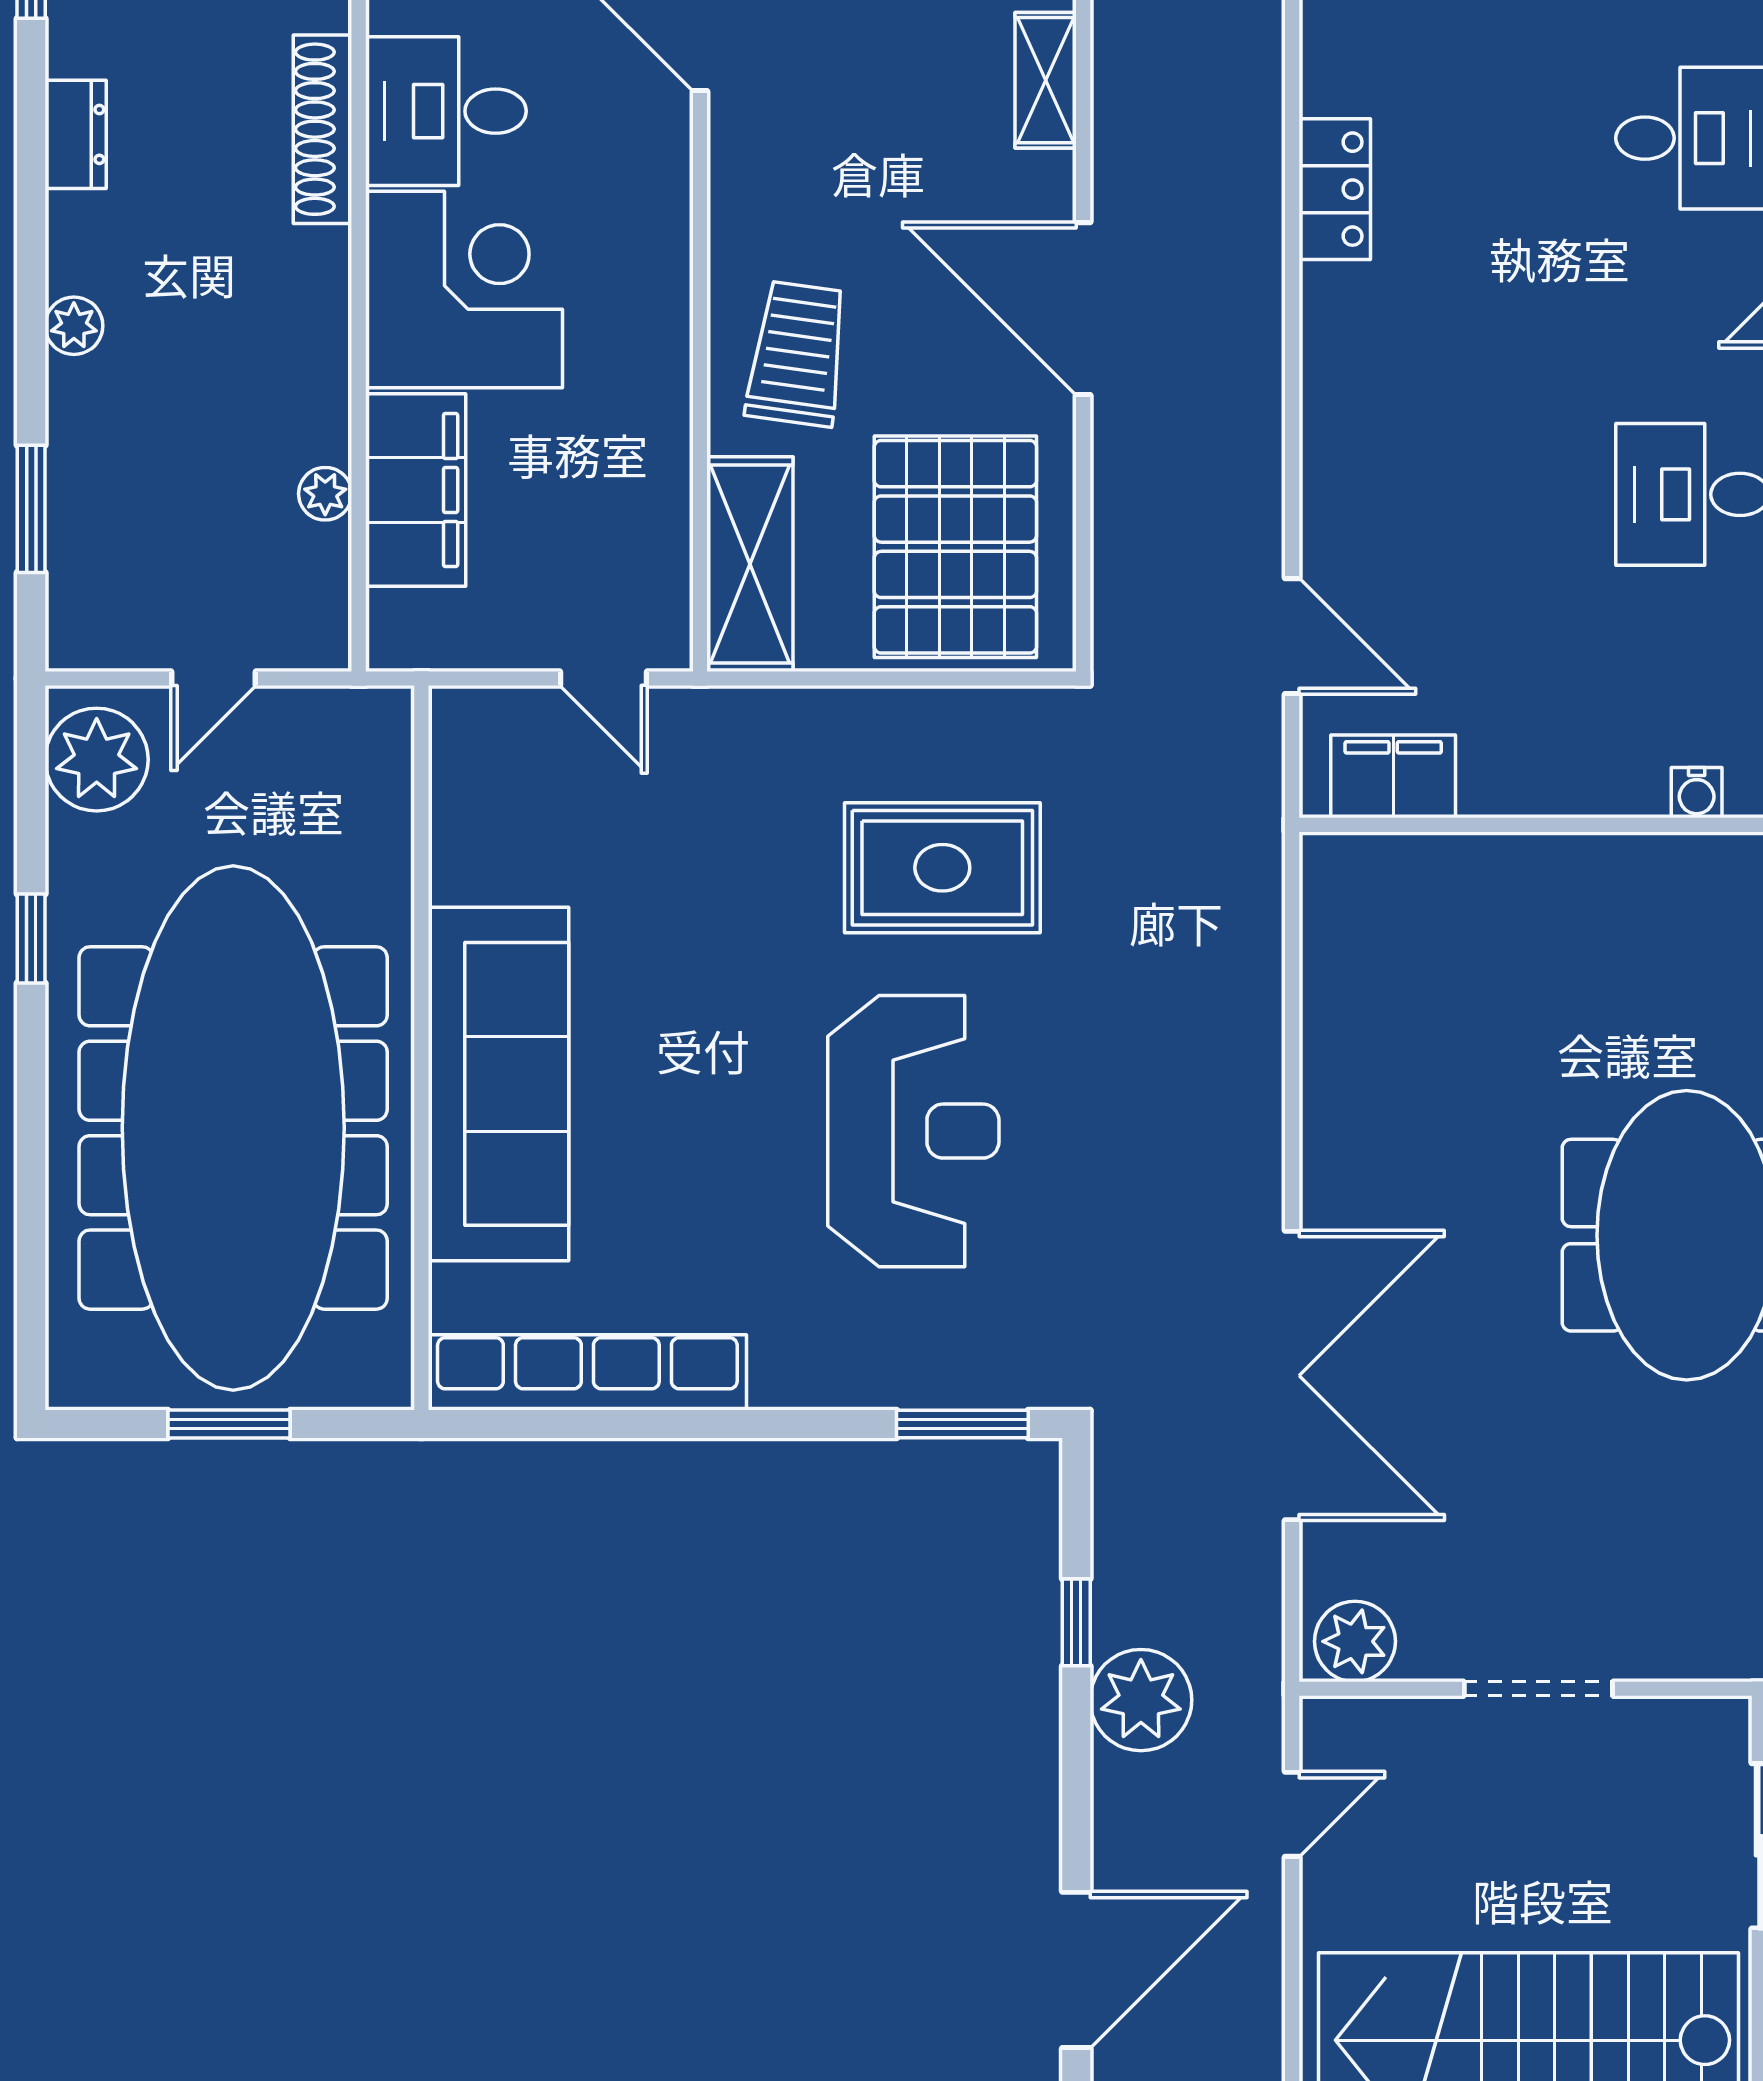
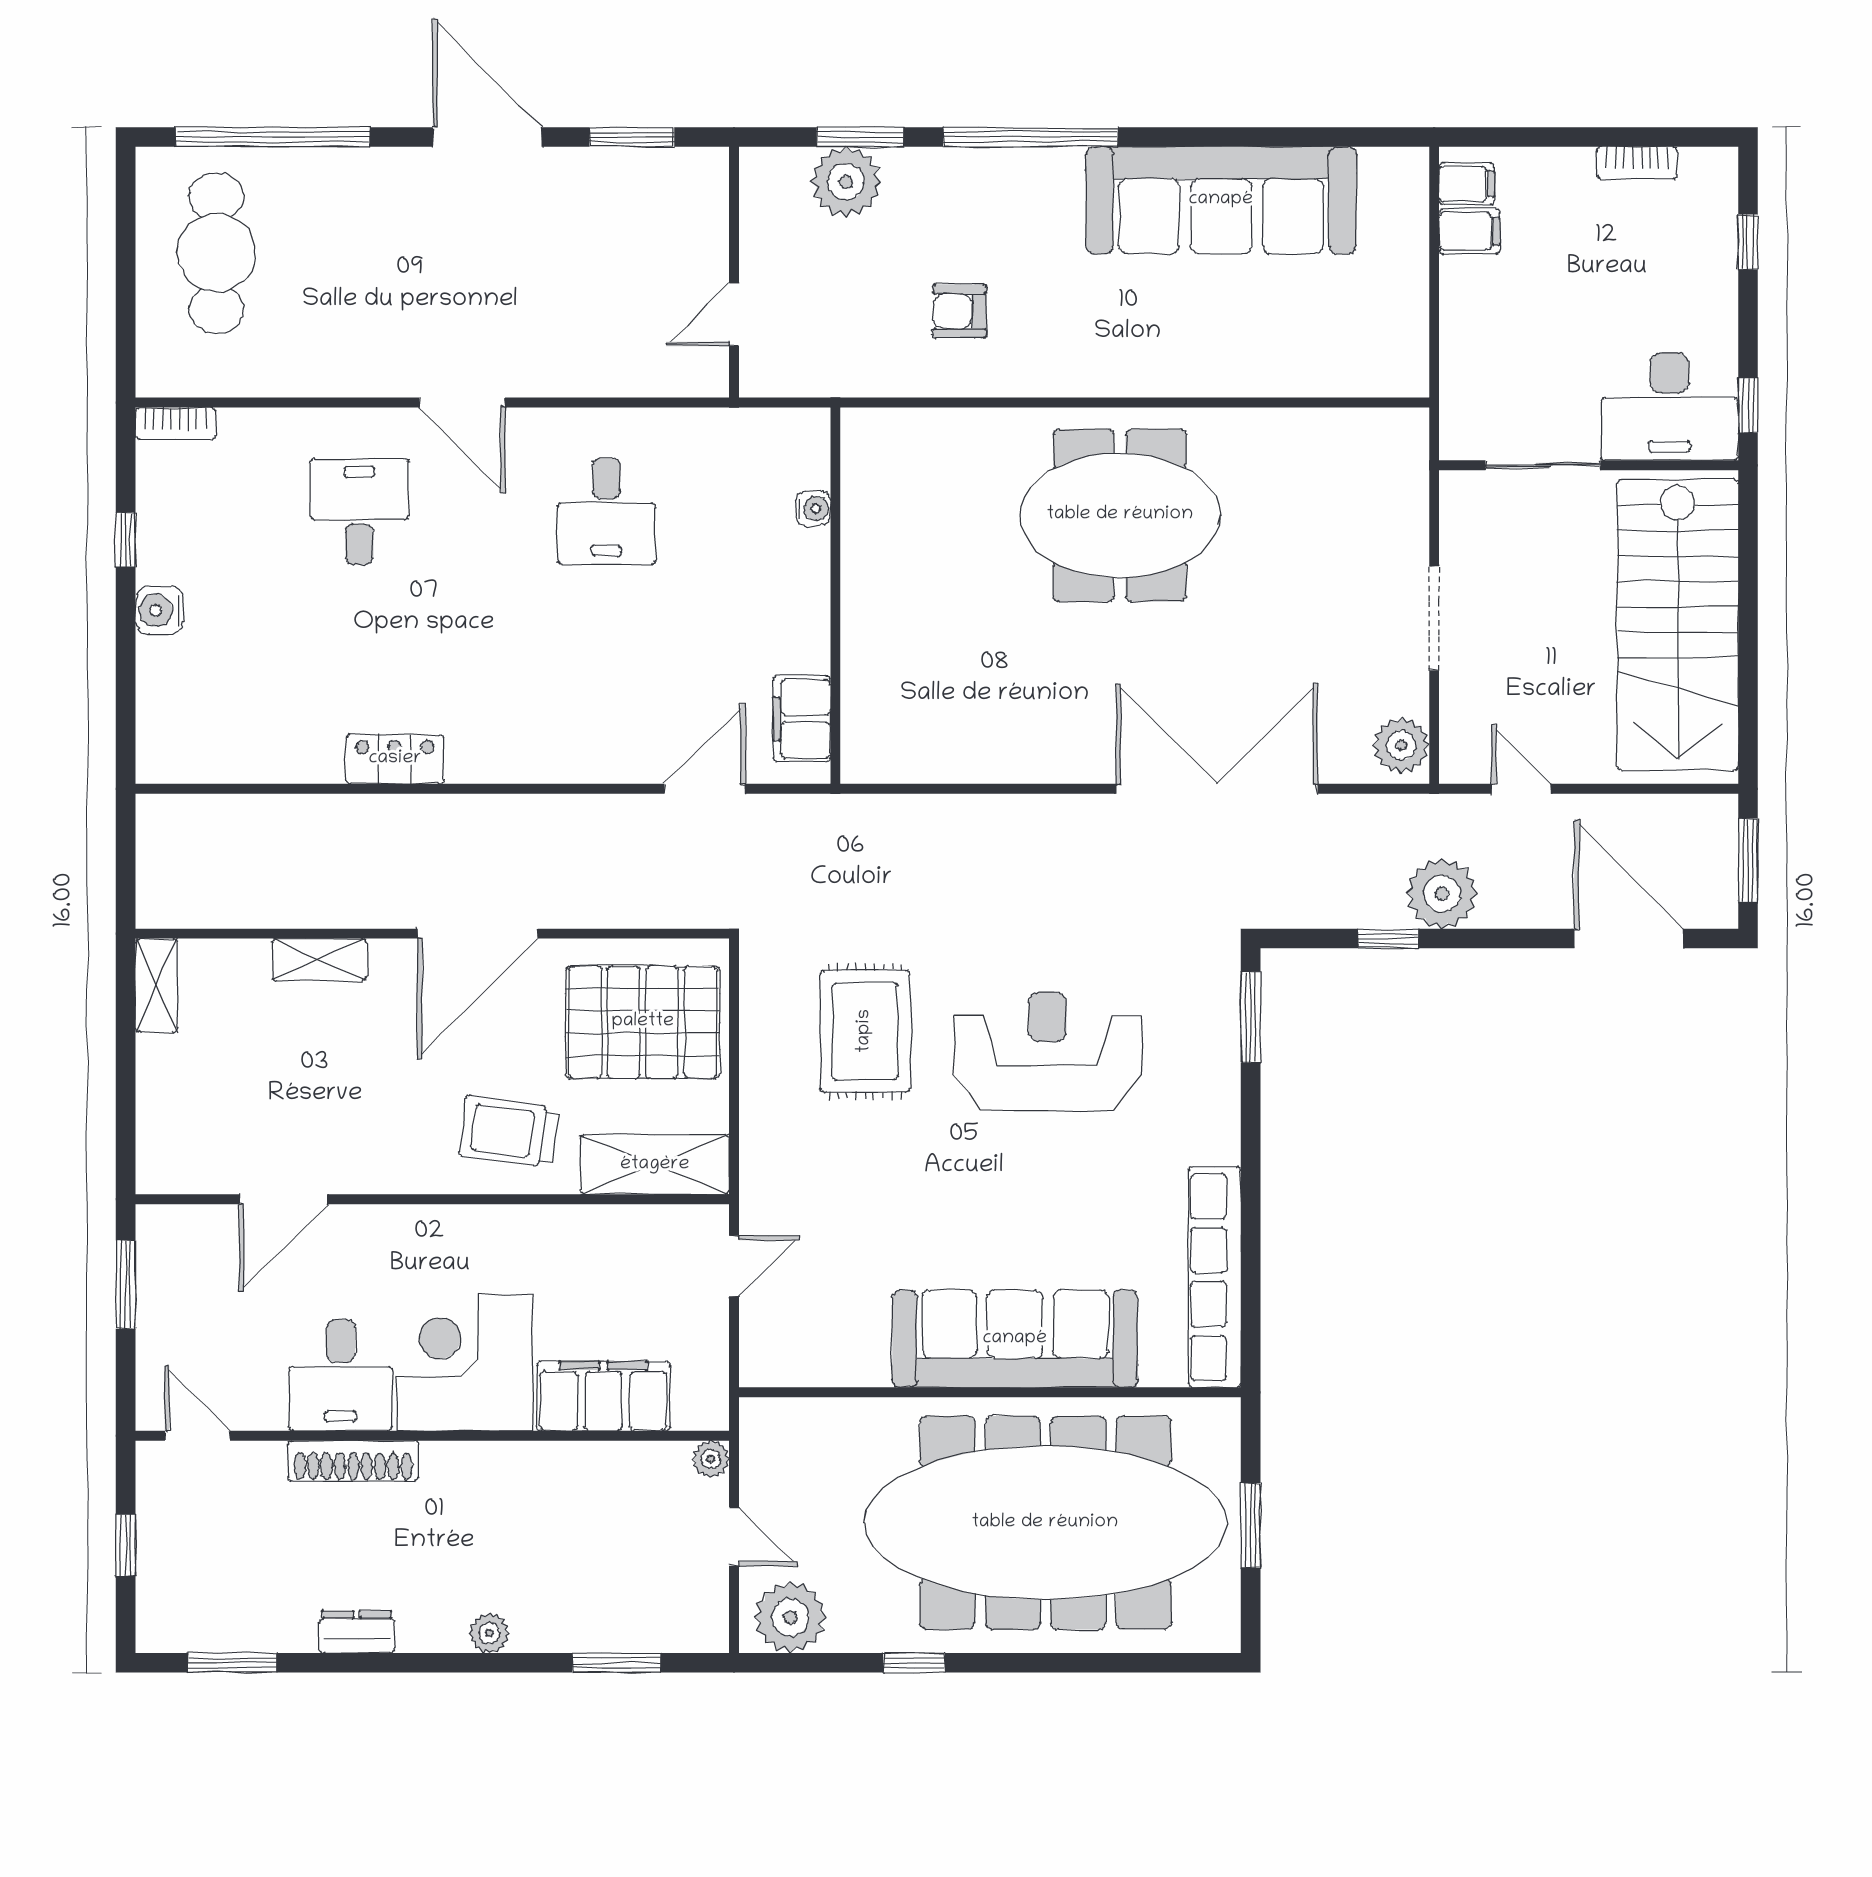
plant: (325, 494) -> (711, 1459), moved

